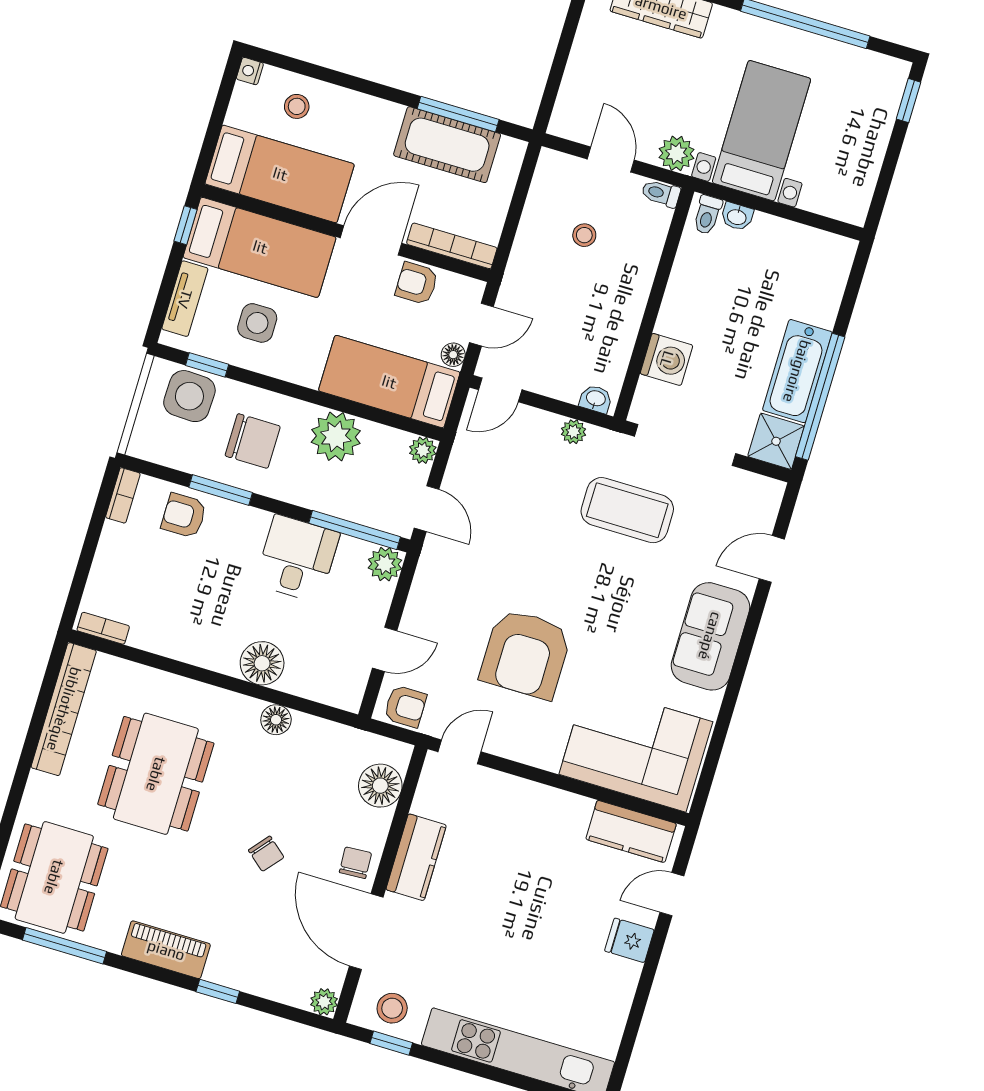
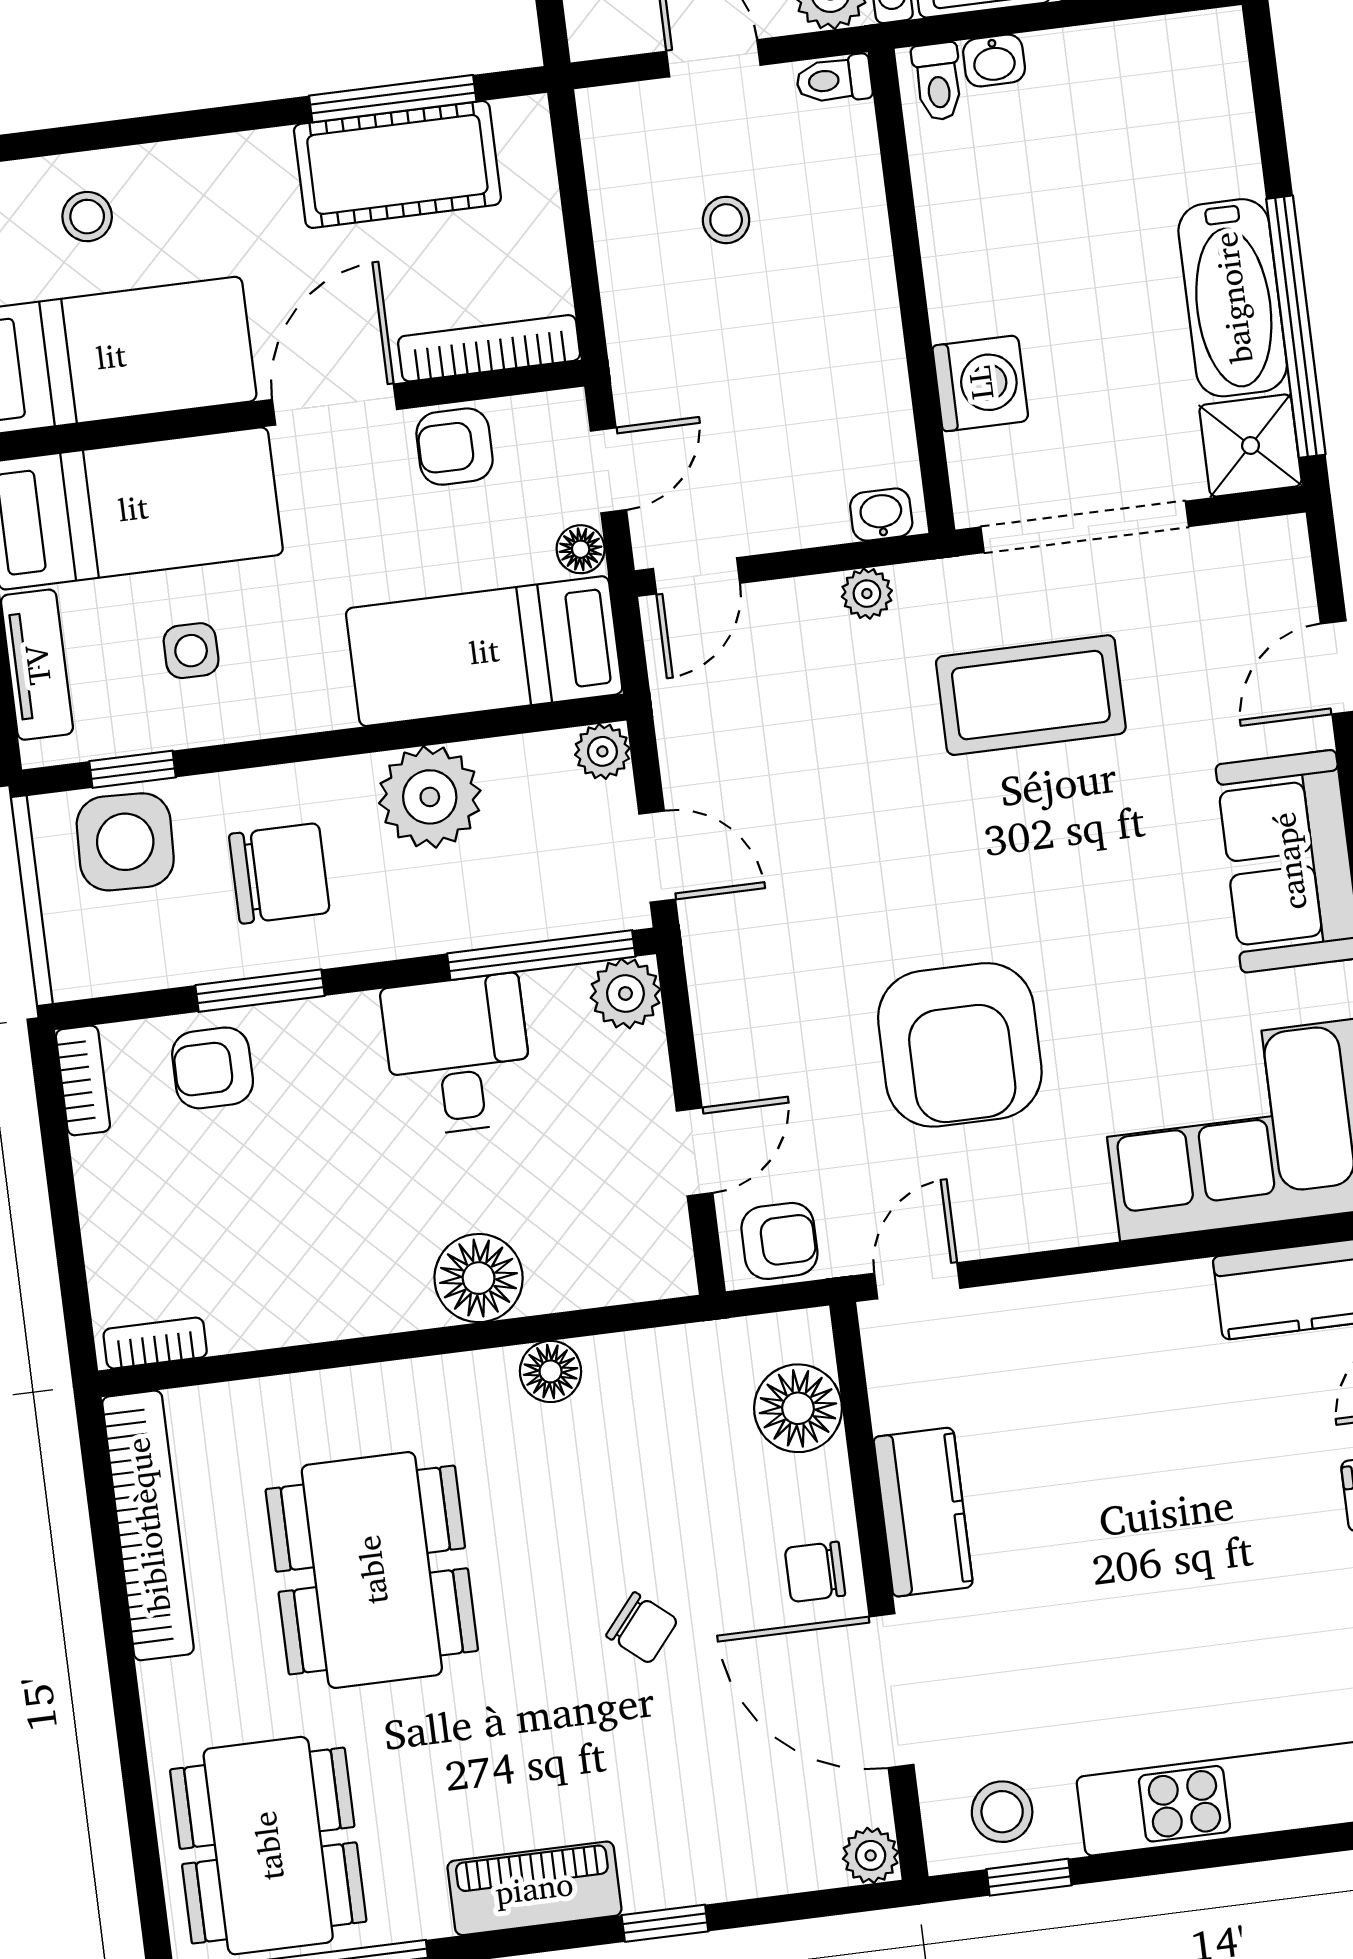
side table: (257, 323) -> (191, 651), width x0.73, depth x0.73
chair: (355, 863) -> (815, 1572), turned -87

